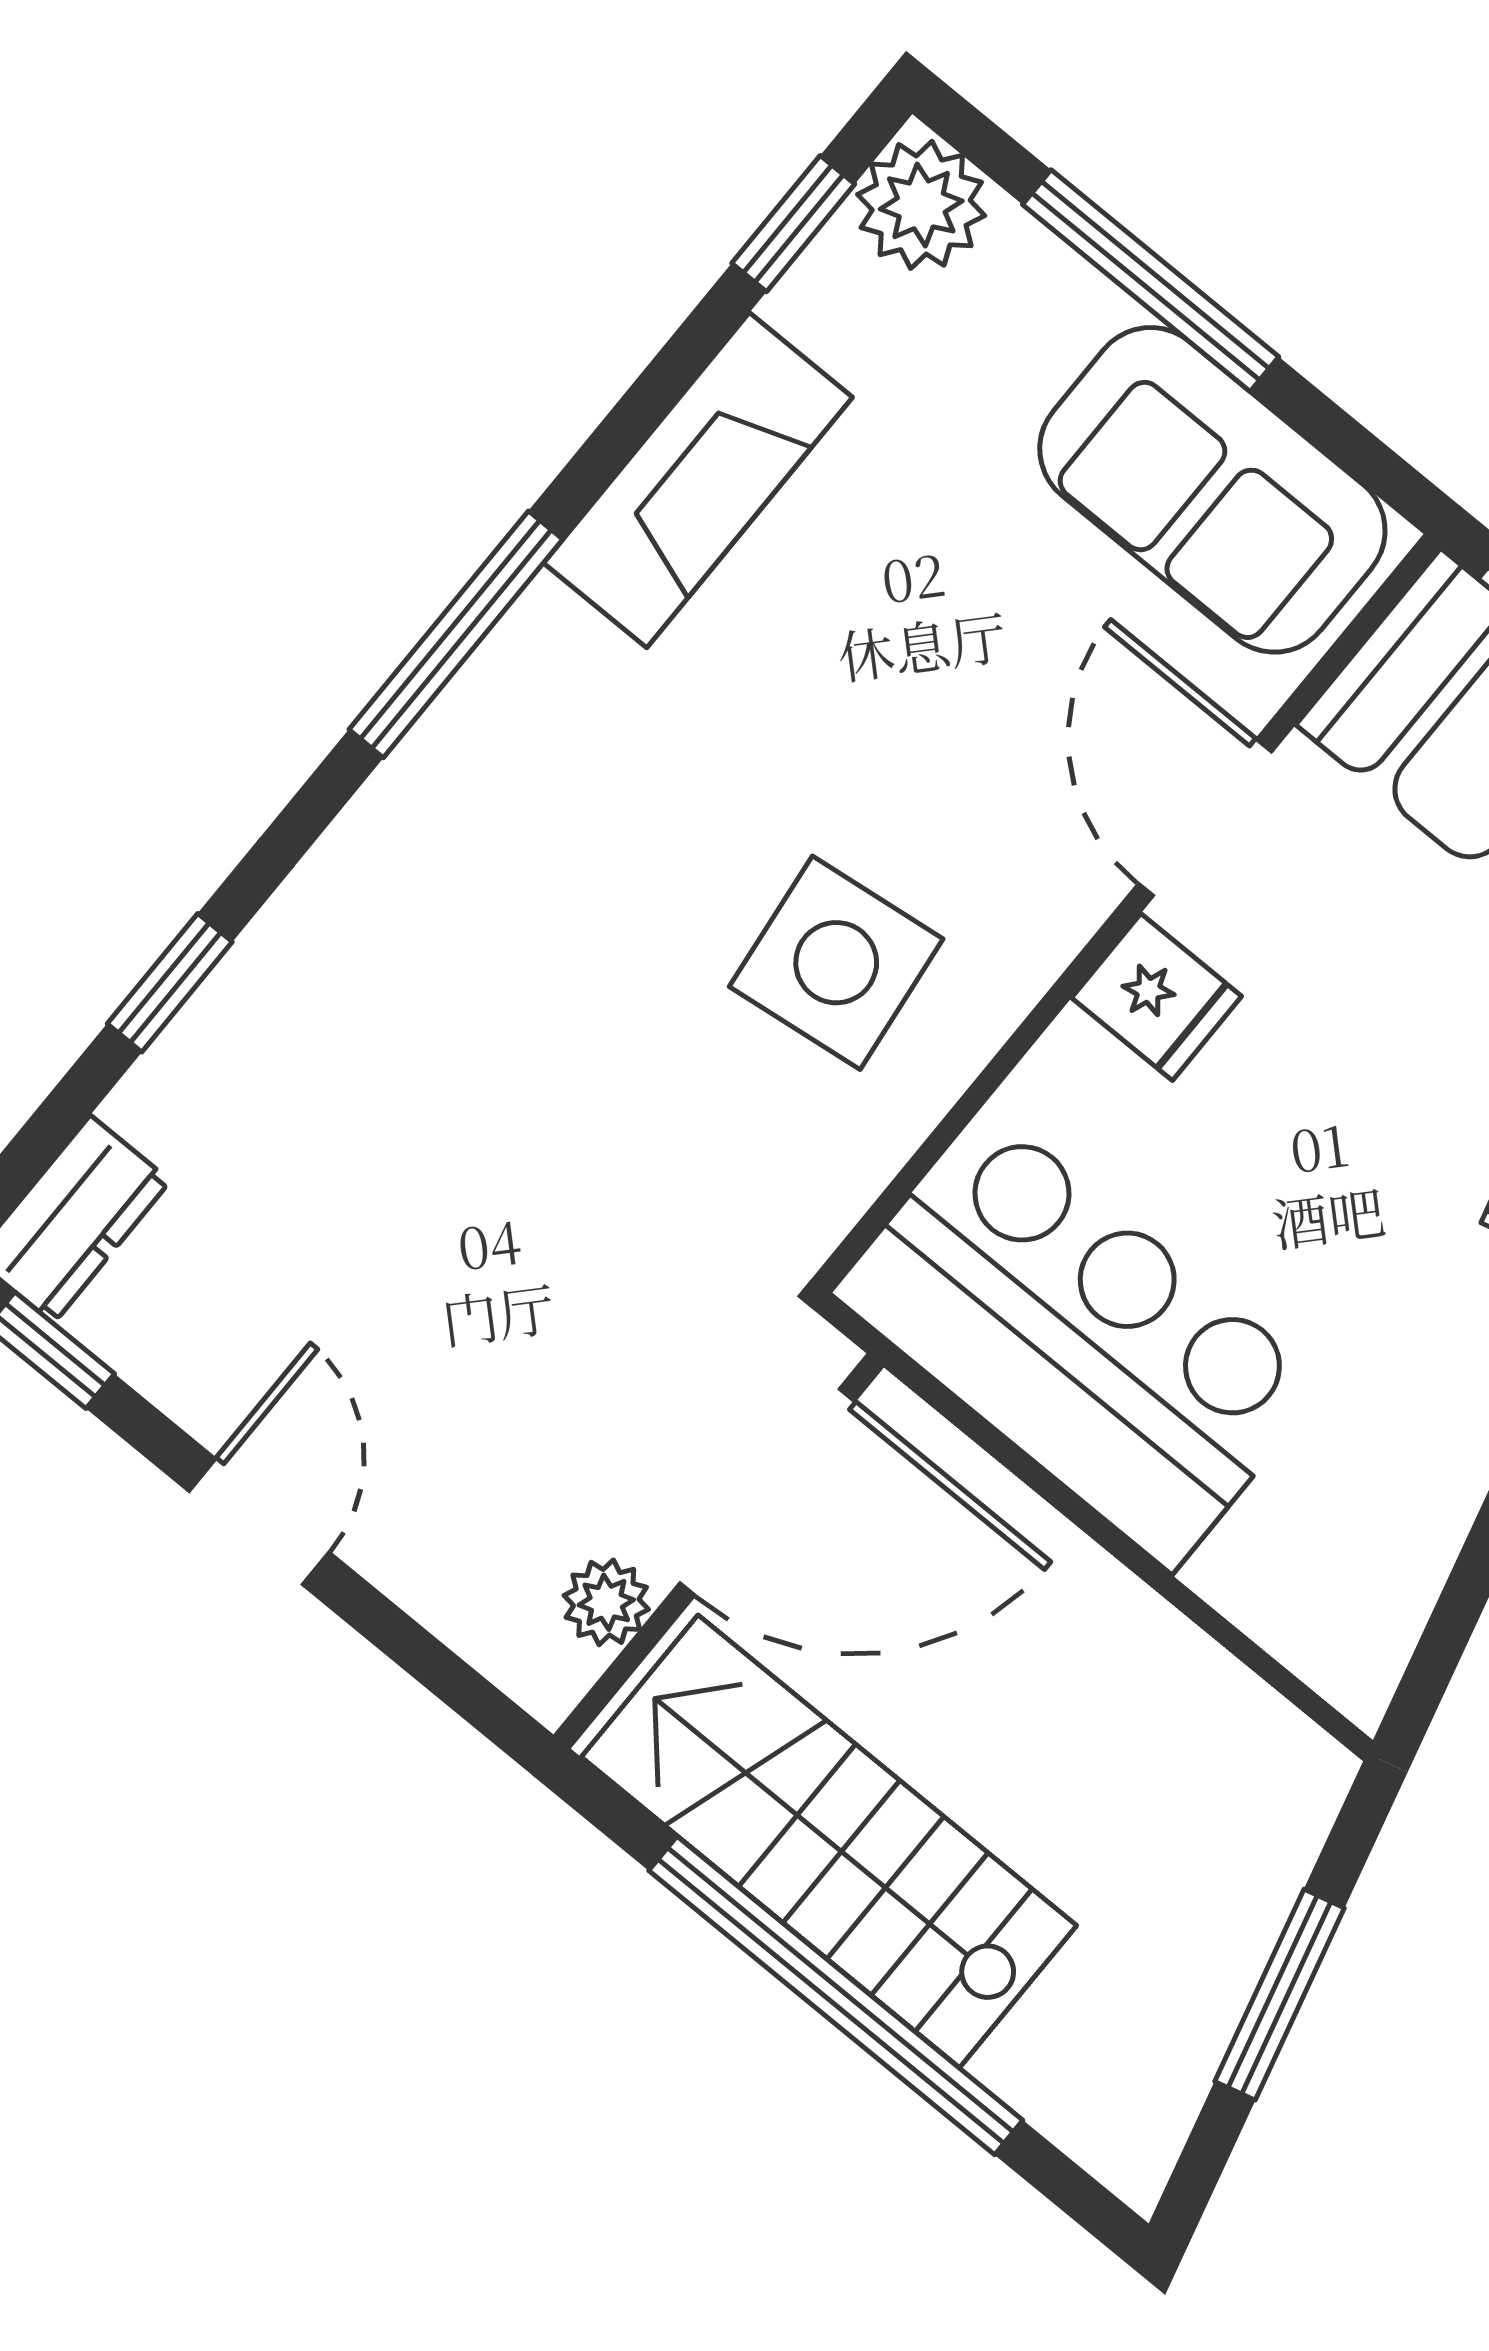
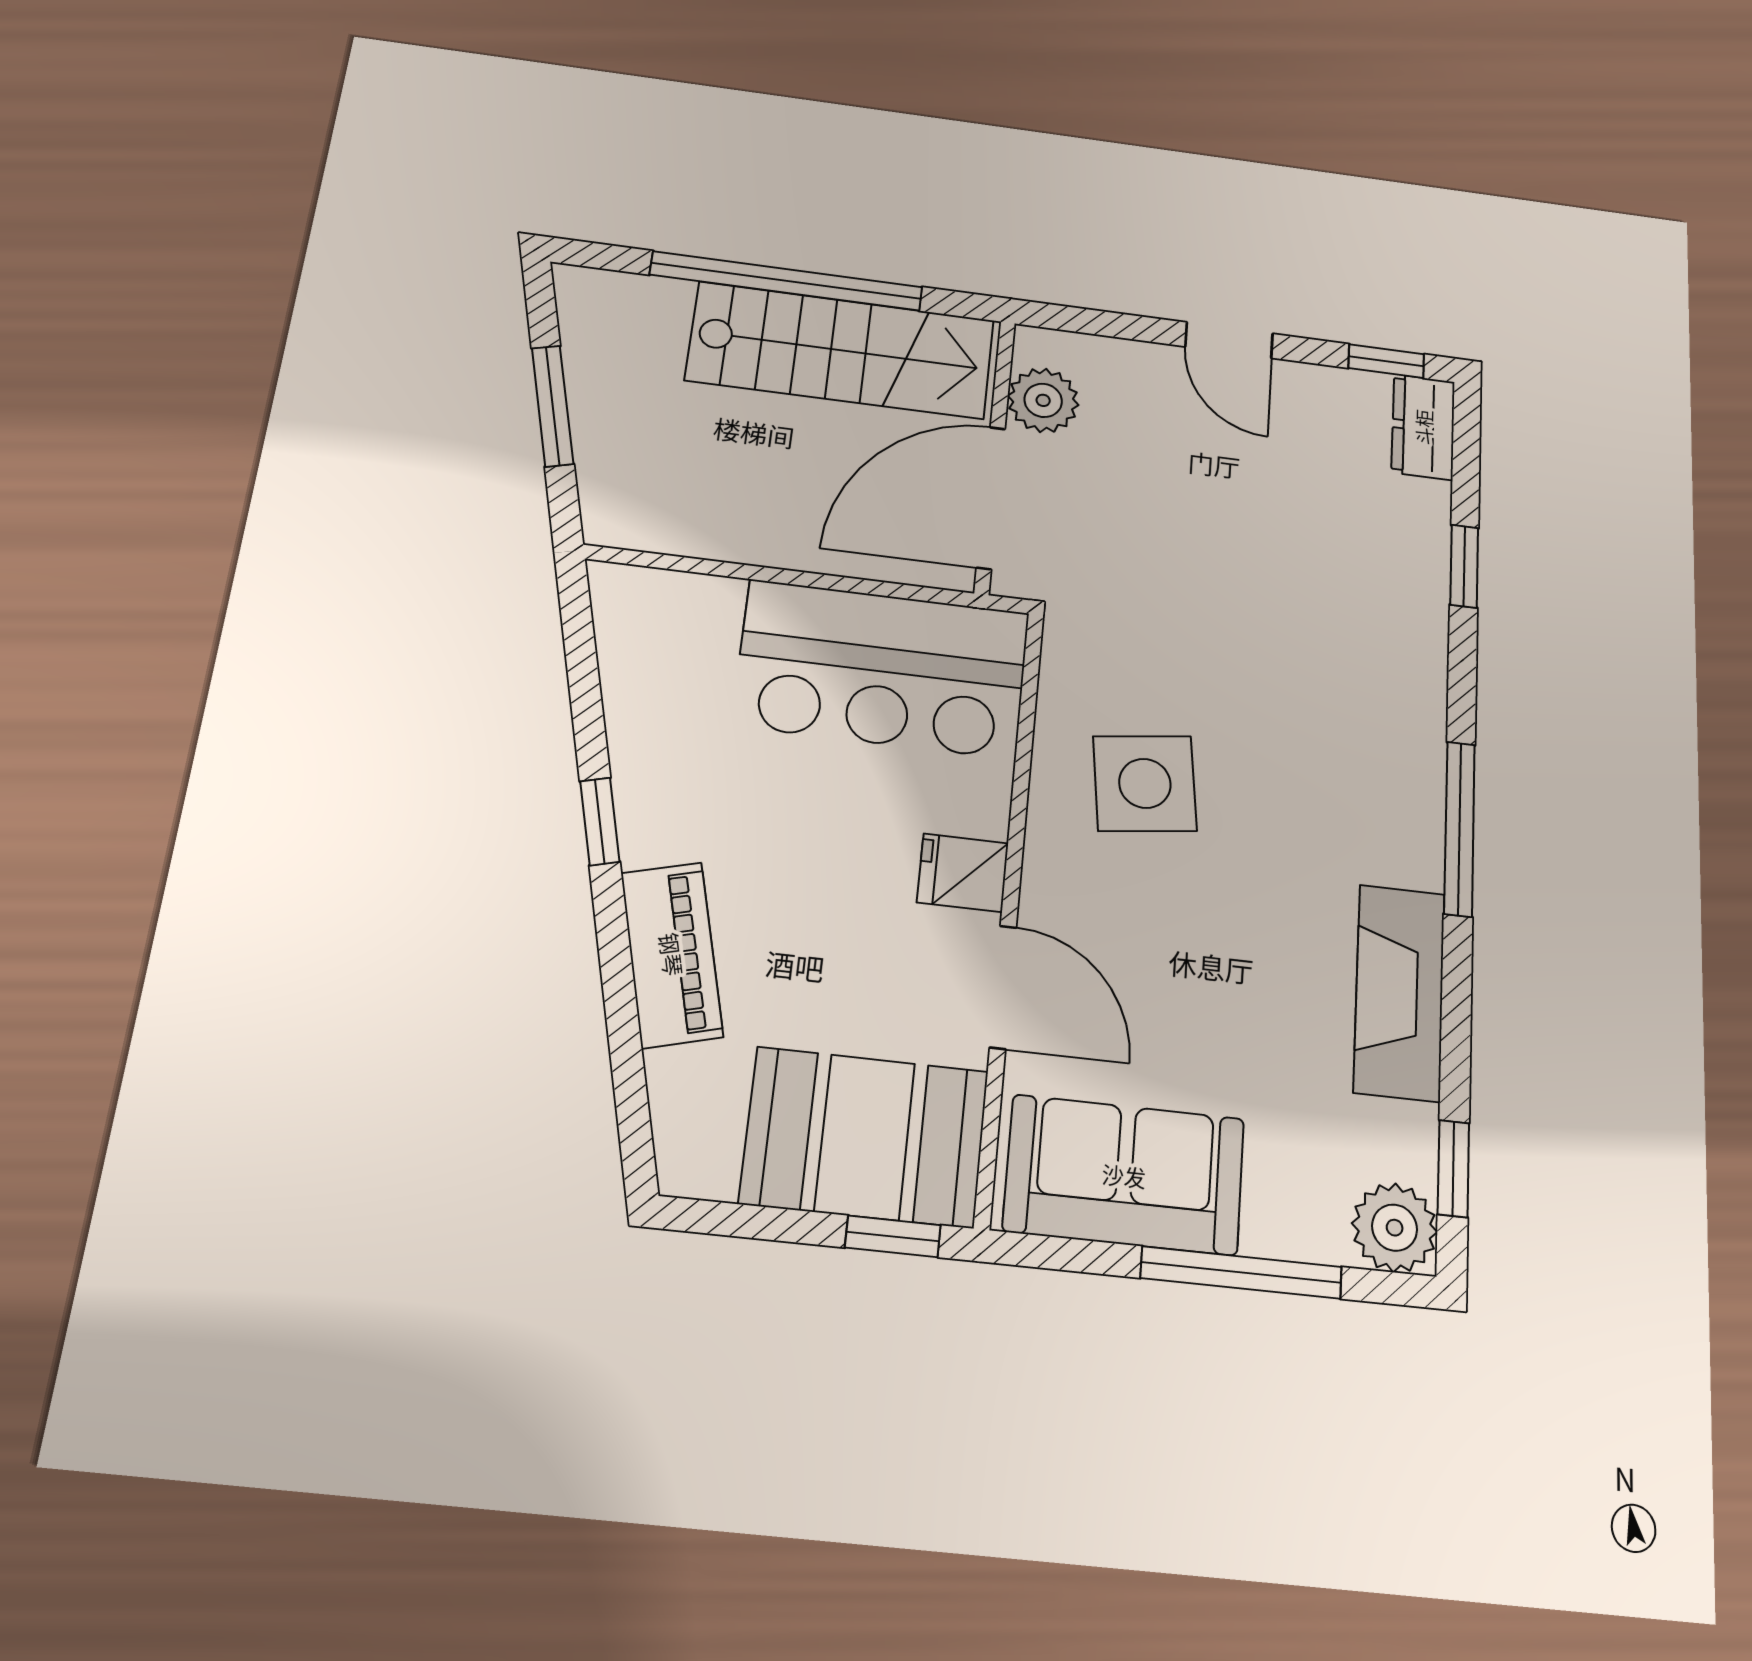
plant: (606, 1602) -> (1043, 400), width x1.38, depth x1.38

